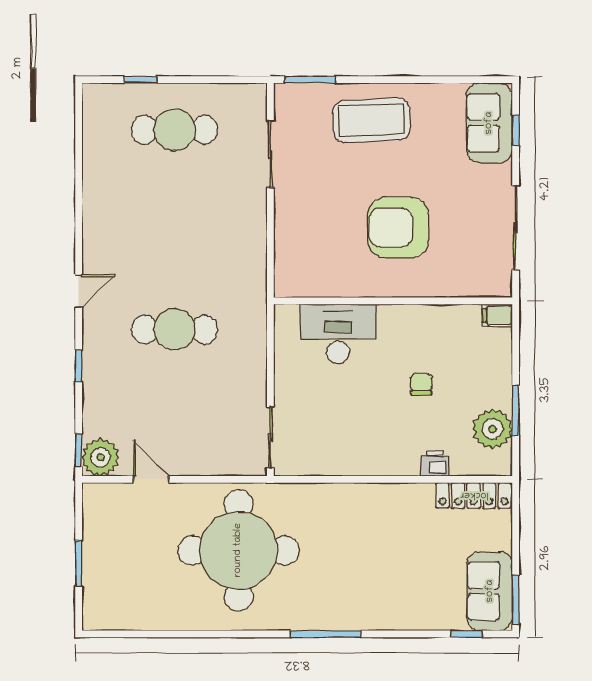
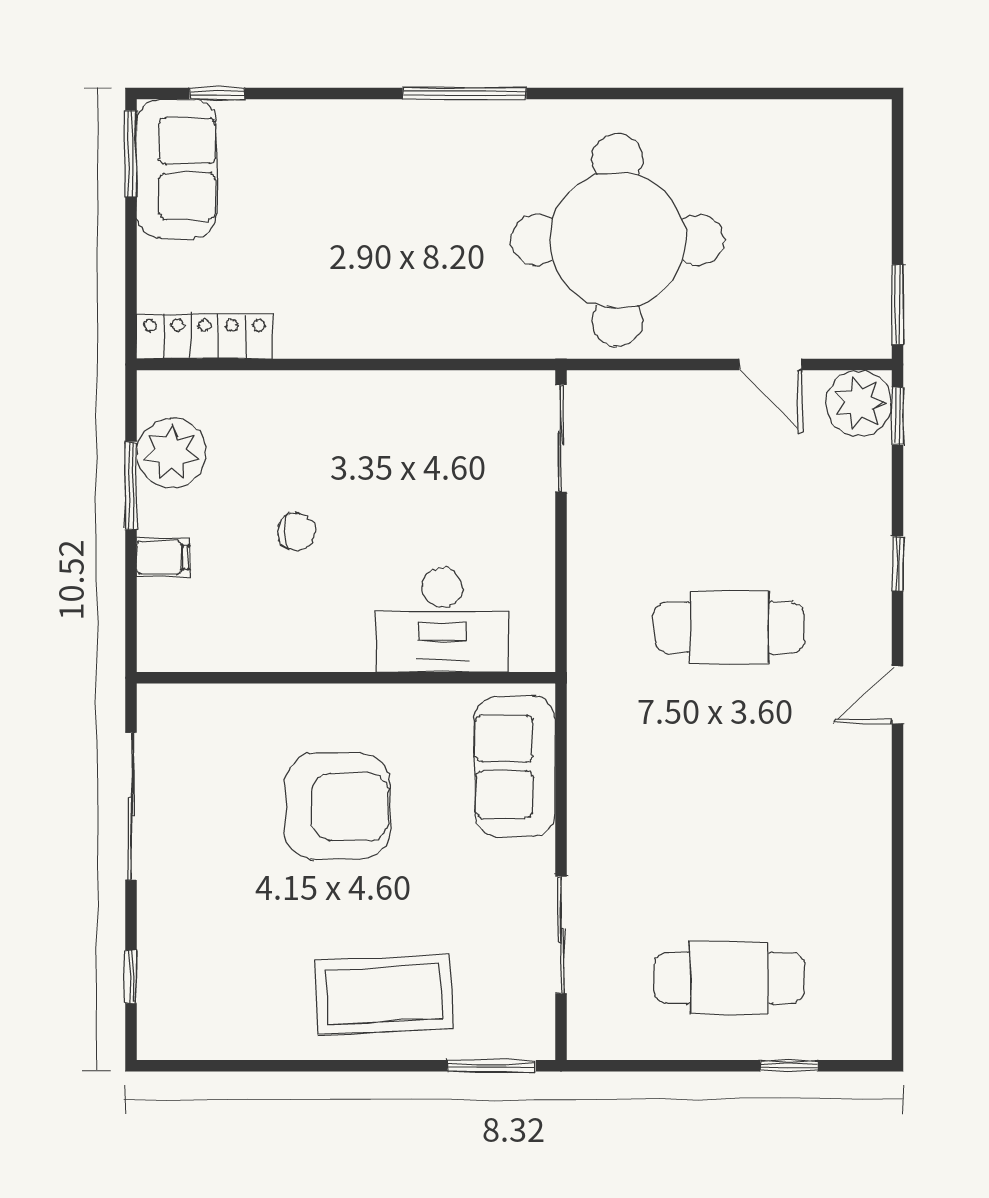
sofa: (489, 123) -> (515, 766), moved, turned 180
filing cabinet: (497, 315) -> (163, 558), moved
chair: (421, 384) -> (297, 531), turned -90
printer: (435, 463) -> (272, 393), removed
window: (79, 563) -> (898, 304), moved

